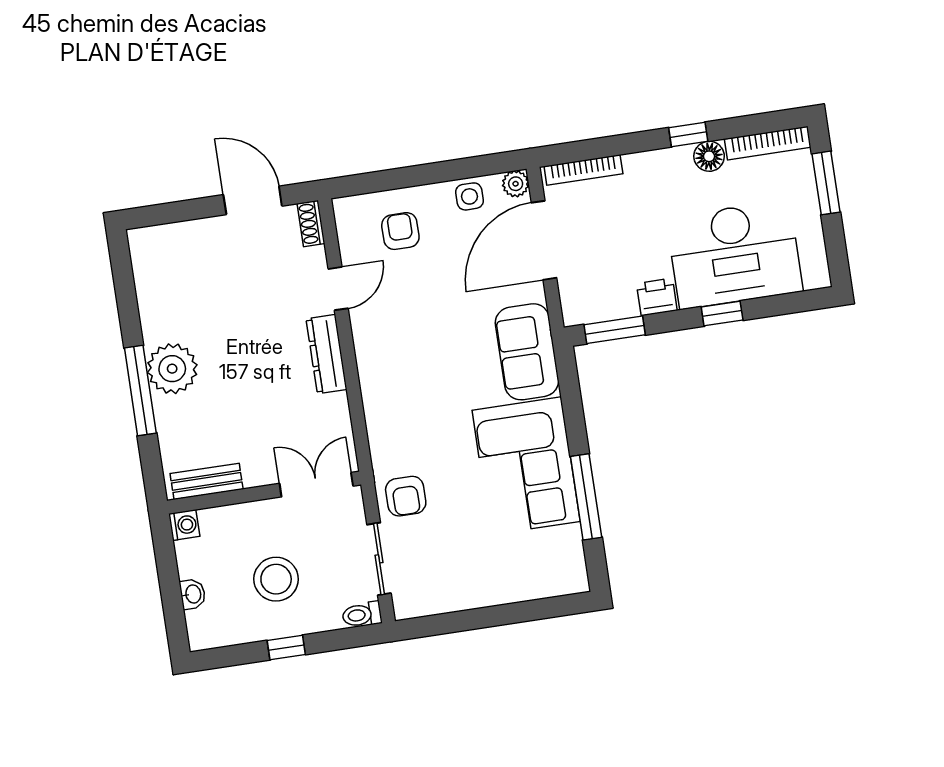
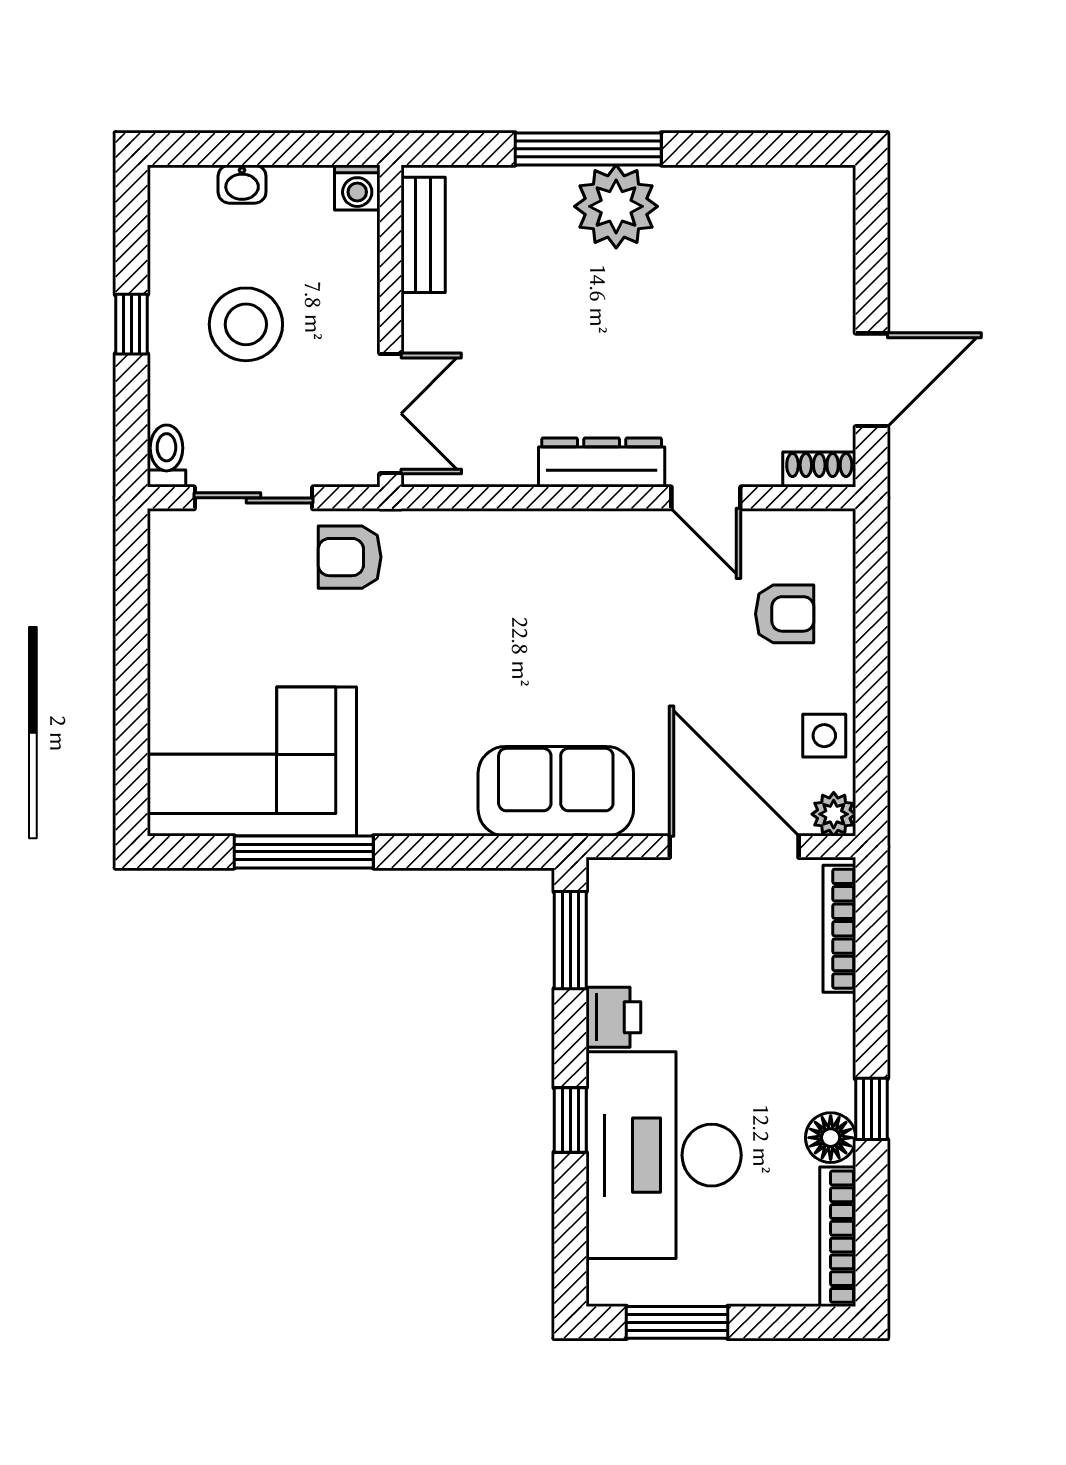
window: (826, 183) -> (677, 1322), moved
corner sofa: (526, 466) -> (252, 761), moved

